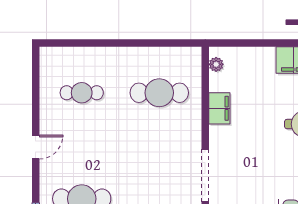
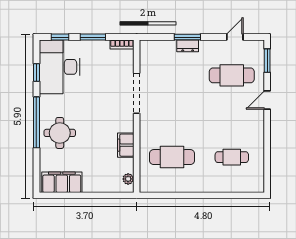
door: (36, 147) -> (267, 100), moved

